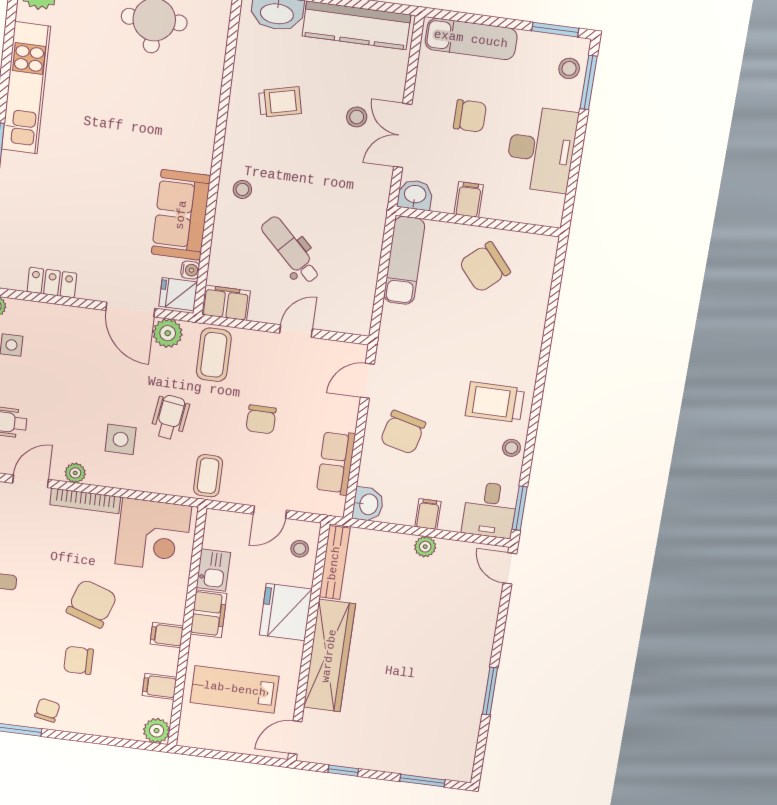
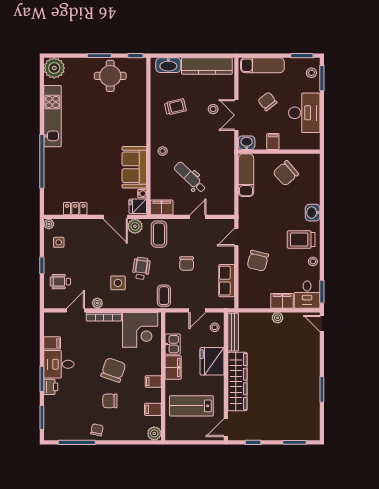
chair: (470, 116) -> (267, 101), turned -128
washbasin: (368, 504) -> (313, 213), moved, turned 180
filing cabinet: (428, 514) -> (282, 301), width x2.00

